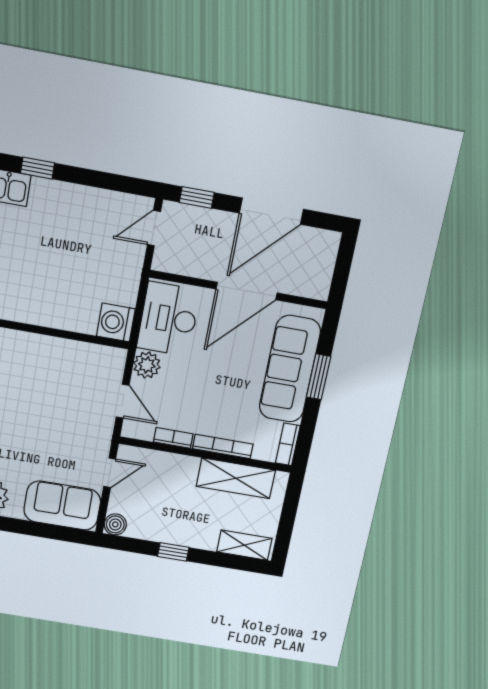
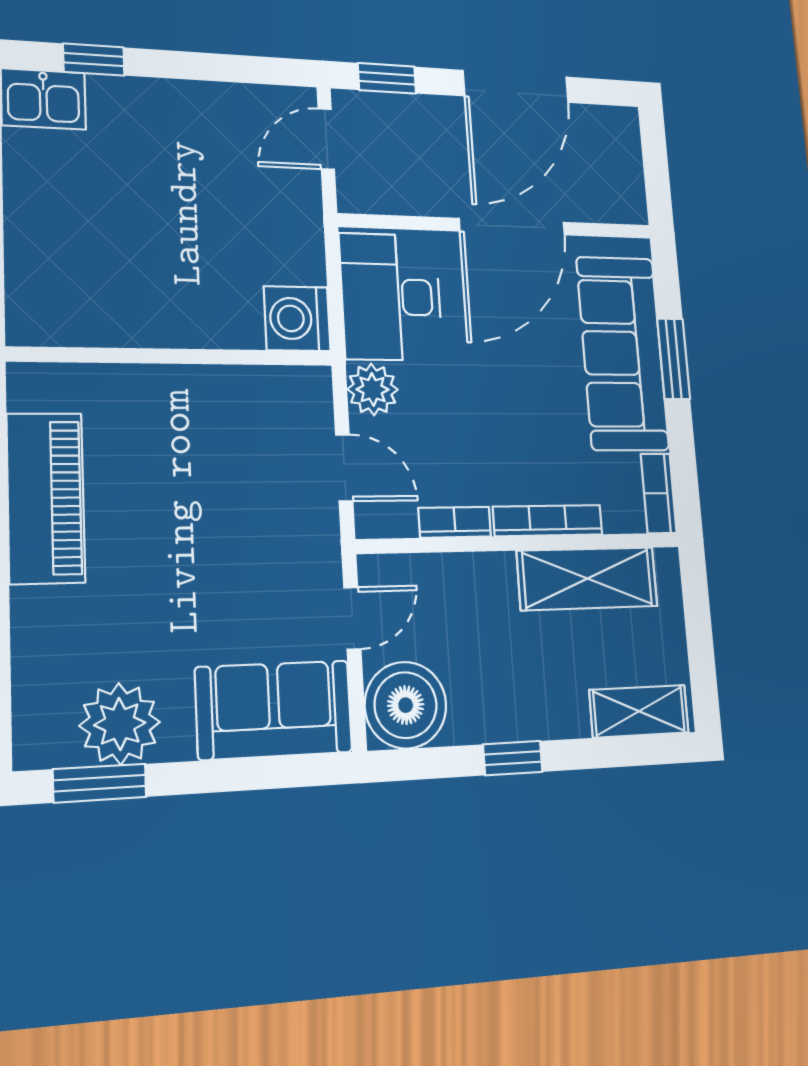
boiler: (115, 524) -> (406, 705), width x1.86, depth x1.86

